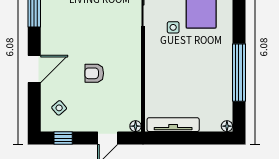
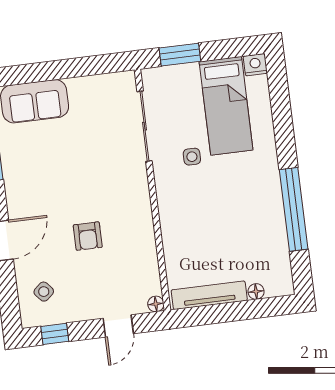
armchair: (94, 73) -> (88, 236), turned -90
floor lamp: (227, 126) -> (256, 291), moved

